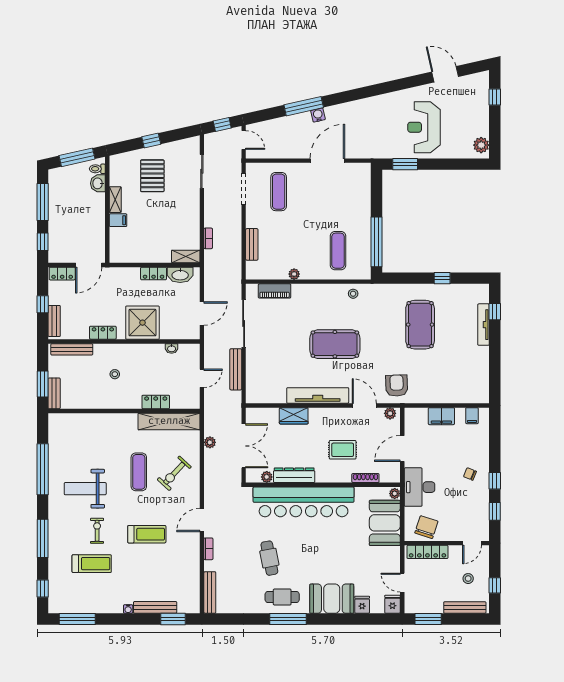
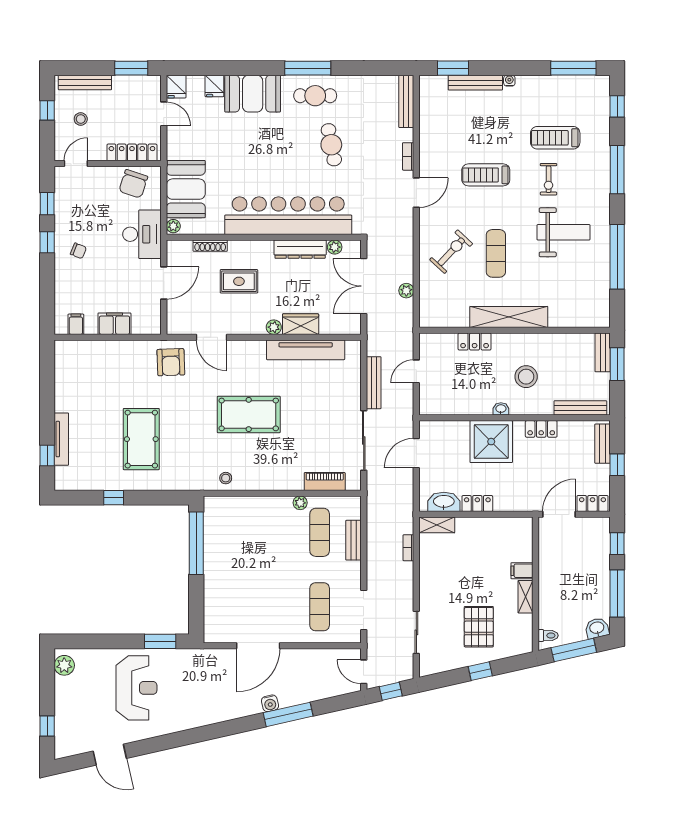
washbasin: (98, 183) -> (597, 628), moved, turned -103
exercise mat: (338, 251) -> (320, 532), moved
washbasin: (172, 348) -> (501, 409), moved
stool: (115, 374) -> (526, 377), width x1.89, depth x1.89
tv unit: (318, 395) -> (306, 350), moved
plant: (390, 413) -> (274, 327), moved
shelving: (169, 421) -> (509, 317), moved

